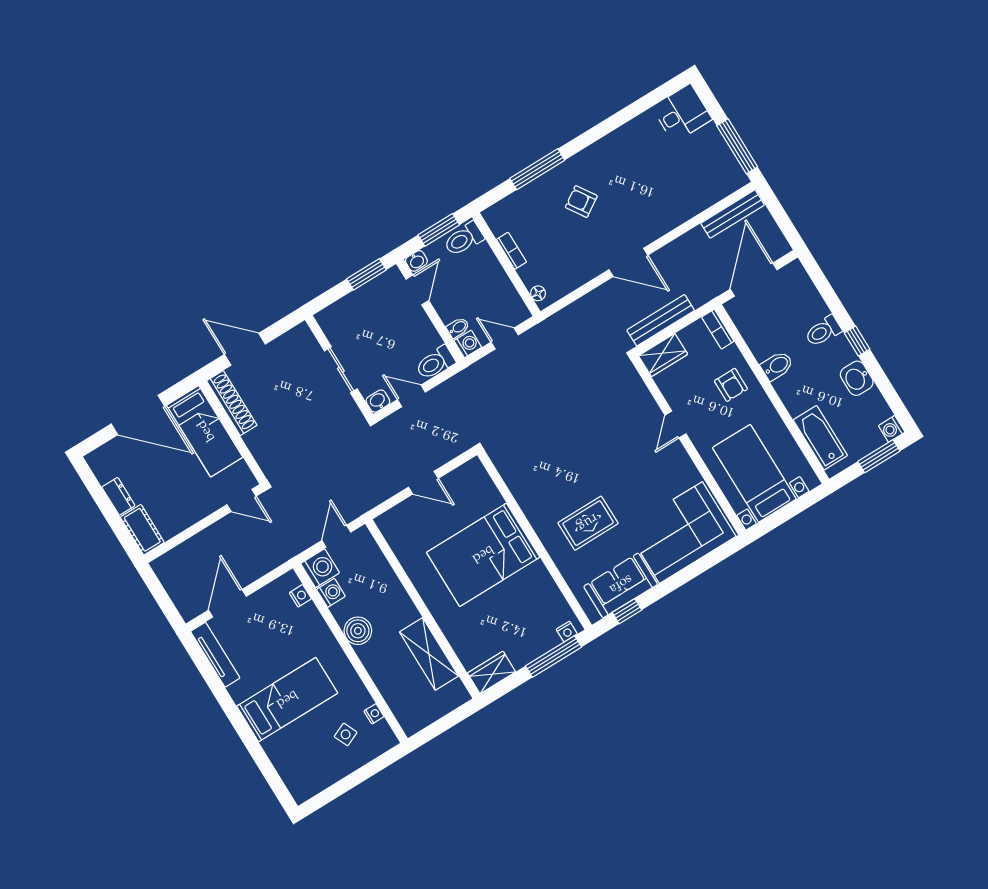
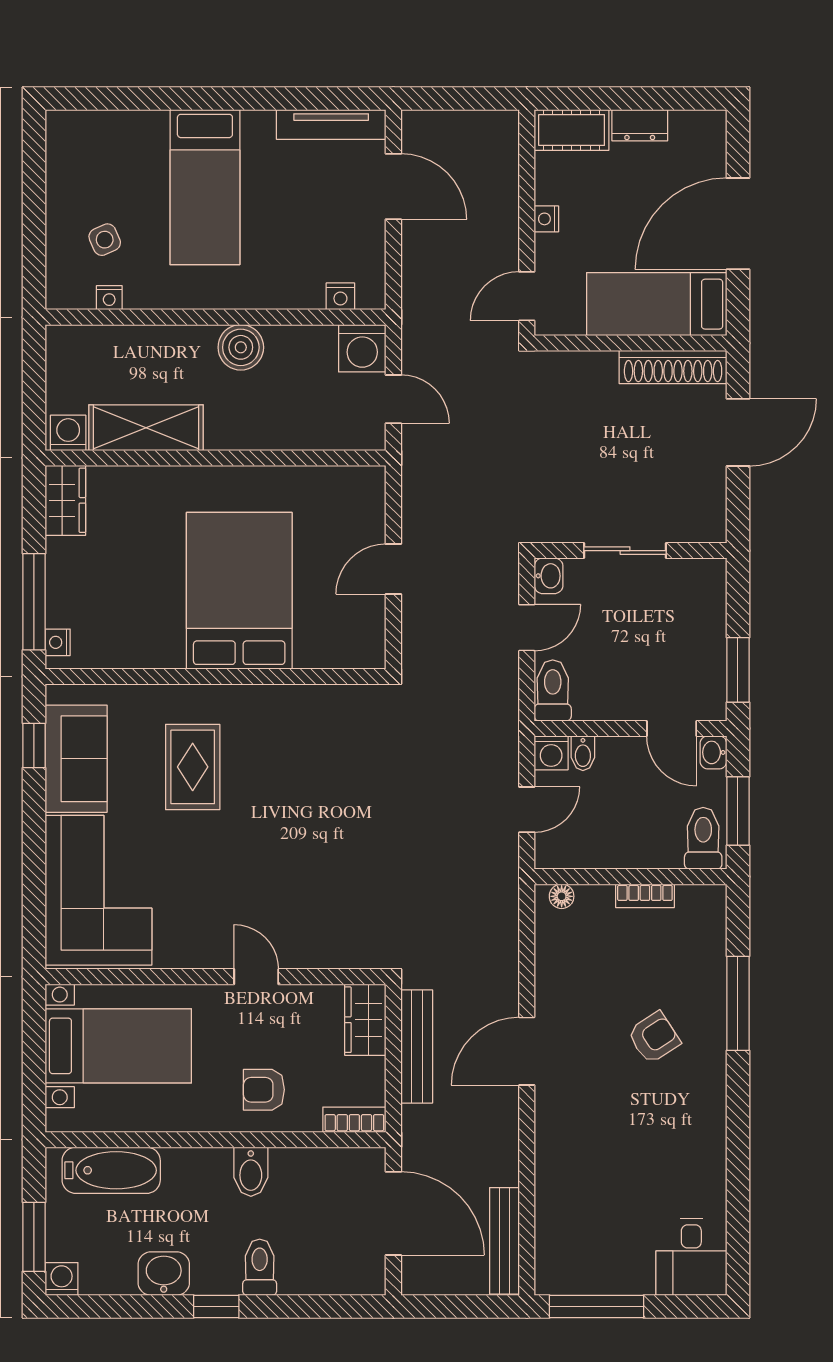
nightstand: (196, 515) -> (546, 219), added
washing machine: (331, 593) -> (68, 433), moved, turned 180

